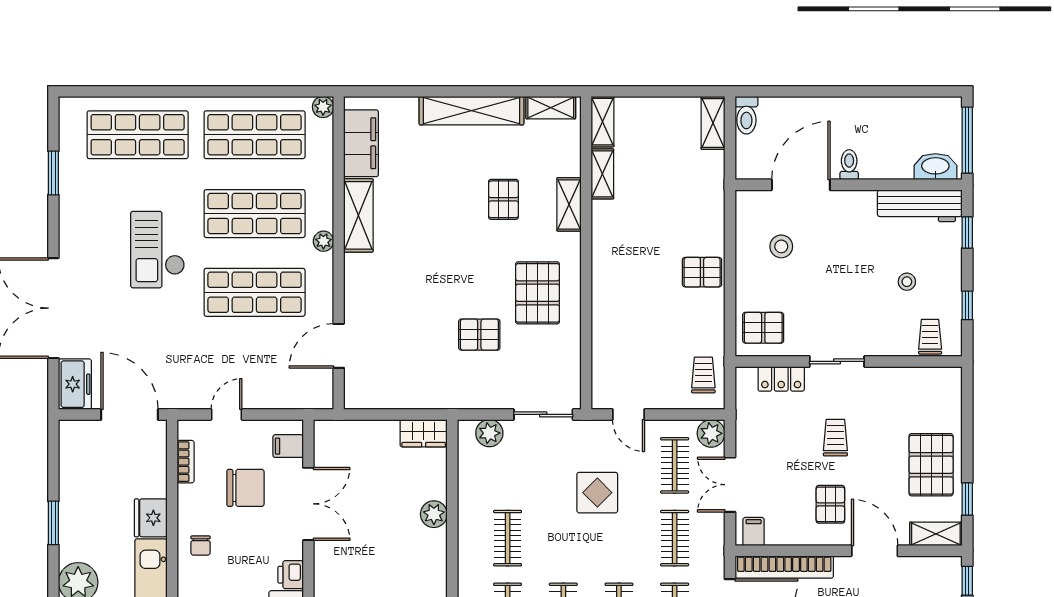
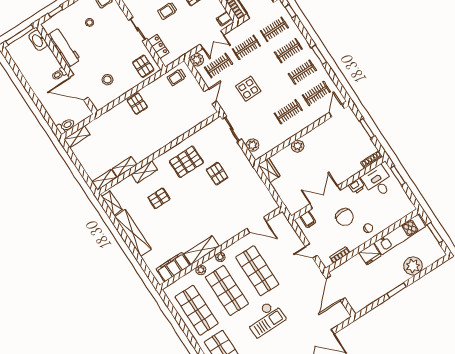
plant: (323, 107) -> (201, 270), moved
workbench: (920, 206) -> (64, 47), moved
freezer: (75, 384) -> (338, 317), removed
chair: (245, 488) -> (345, 217), moved, turned 180

